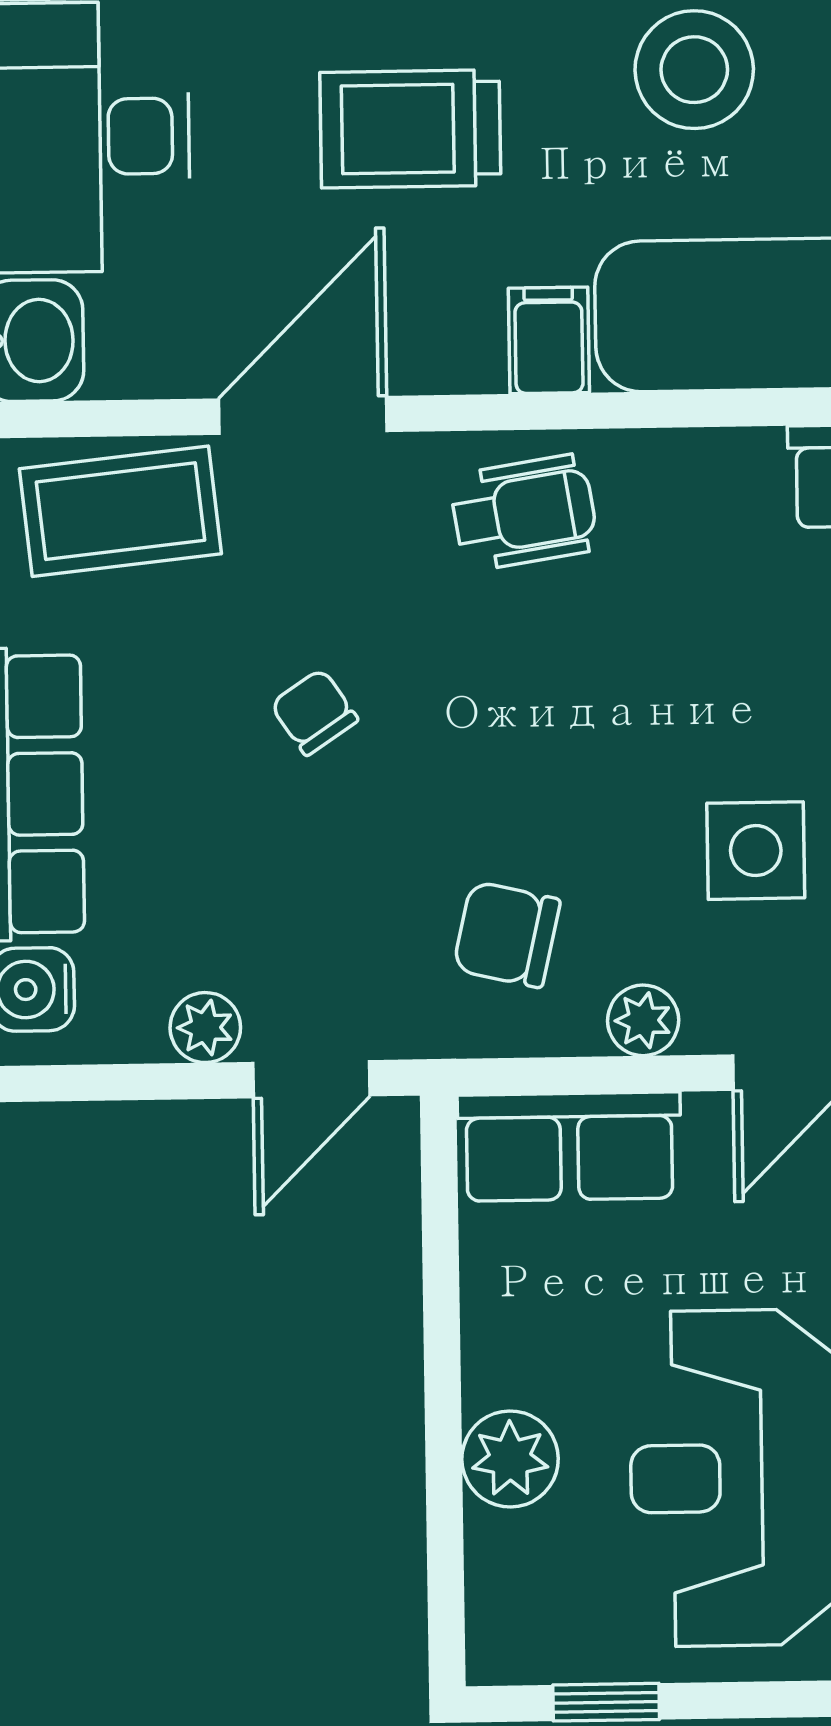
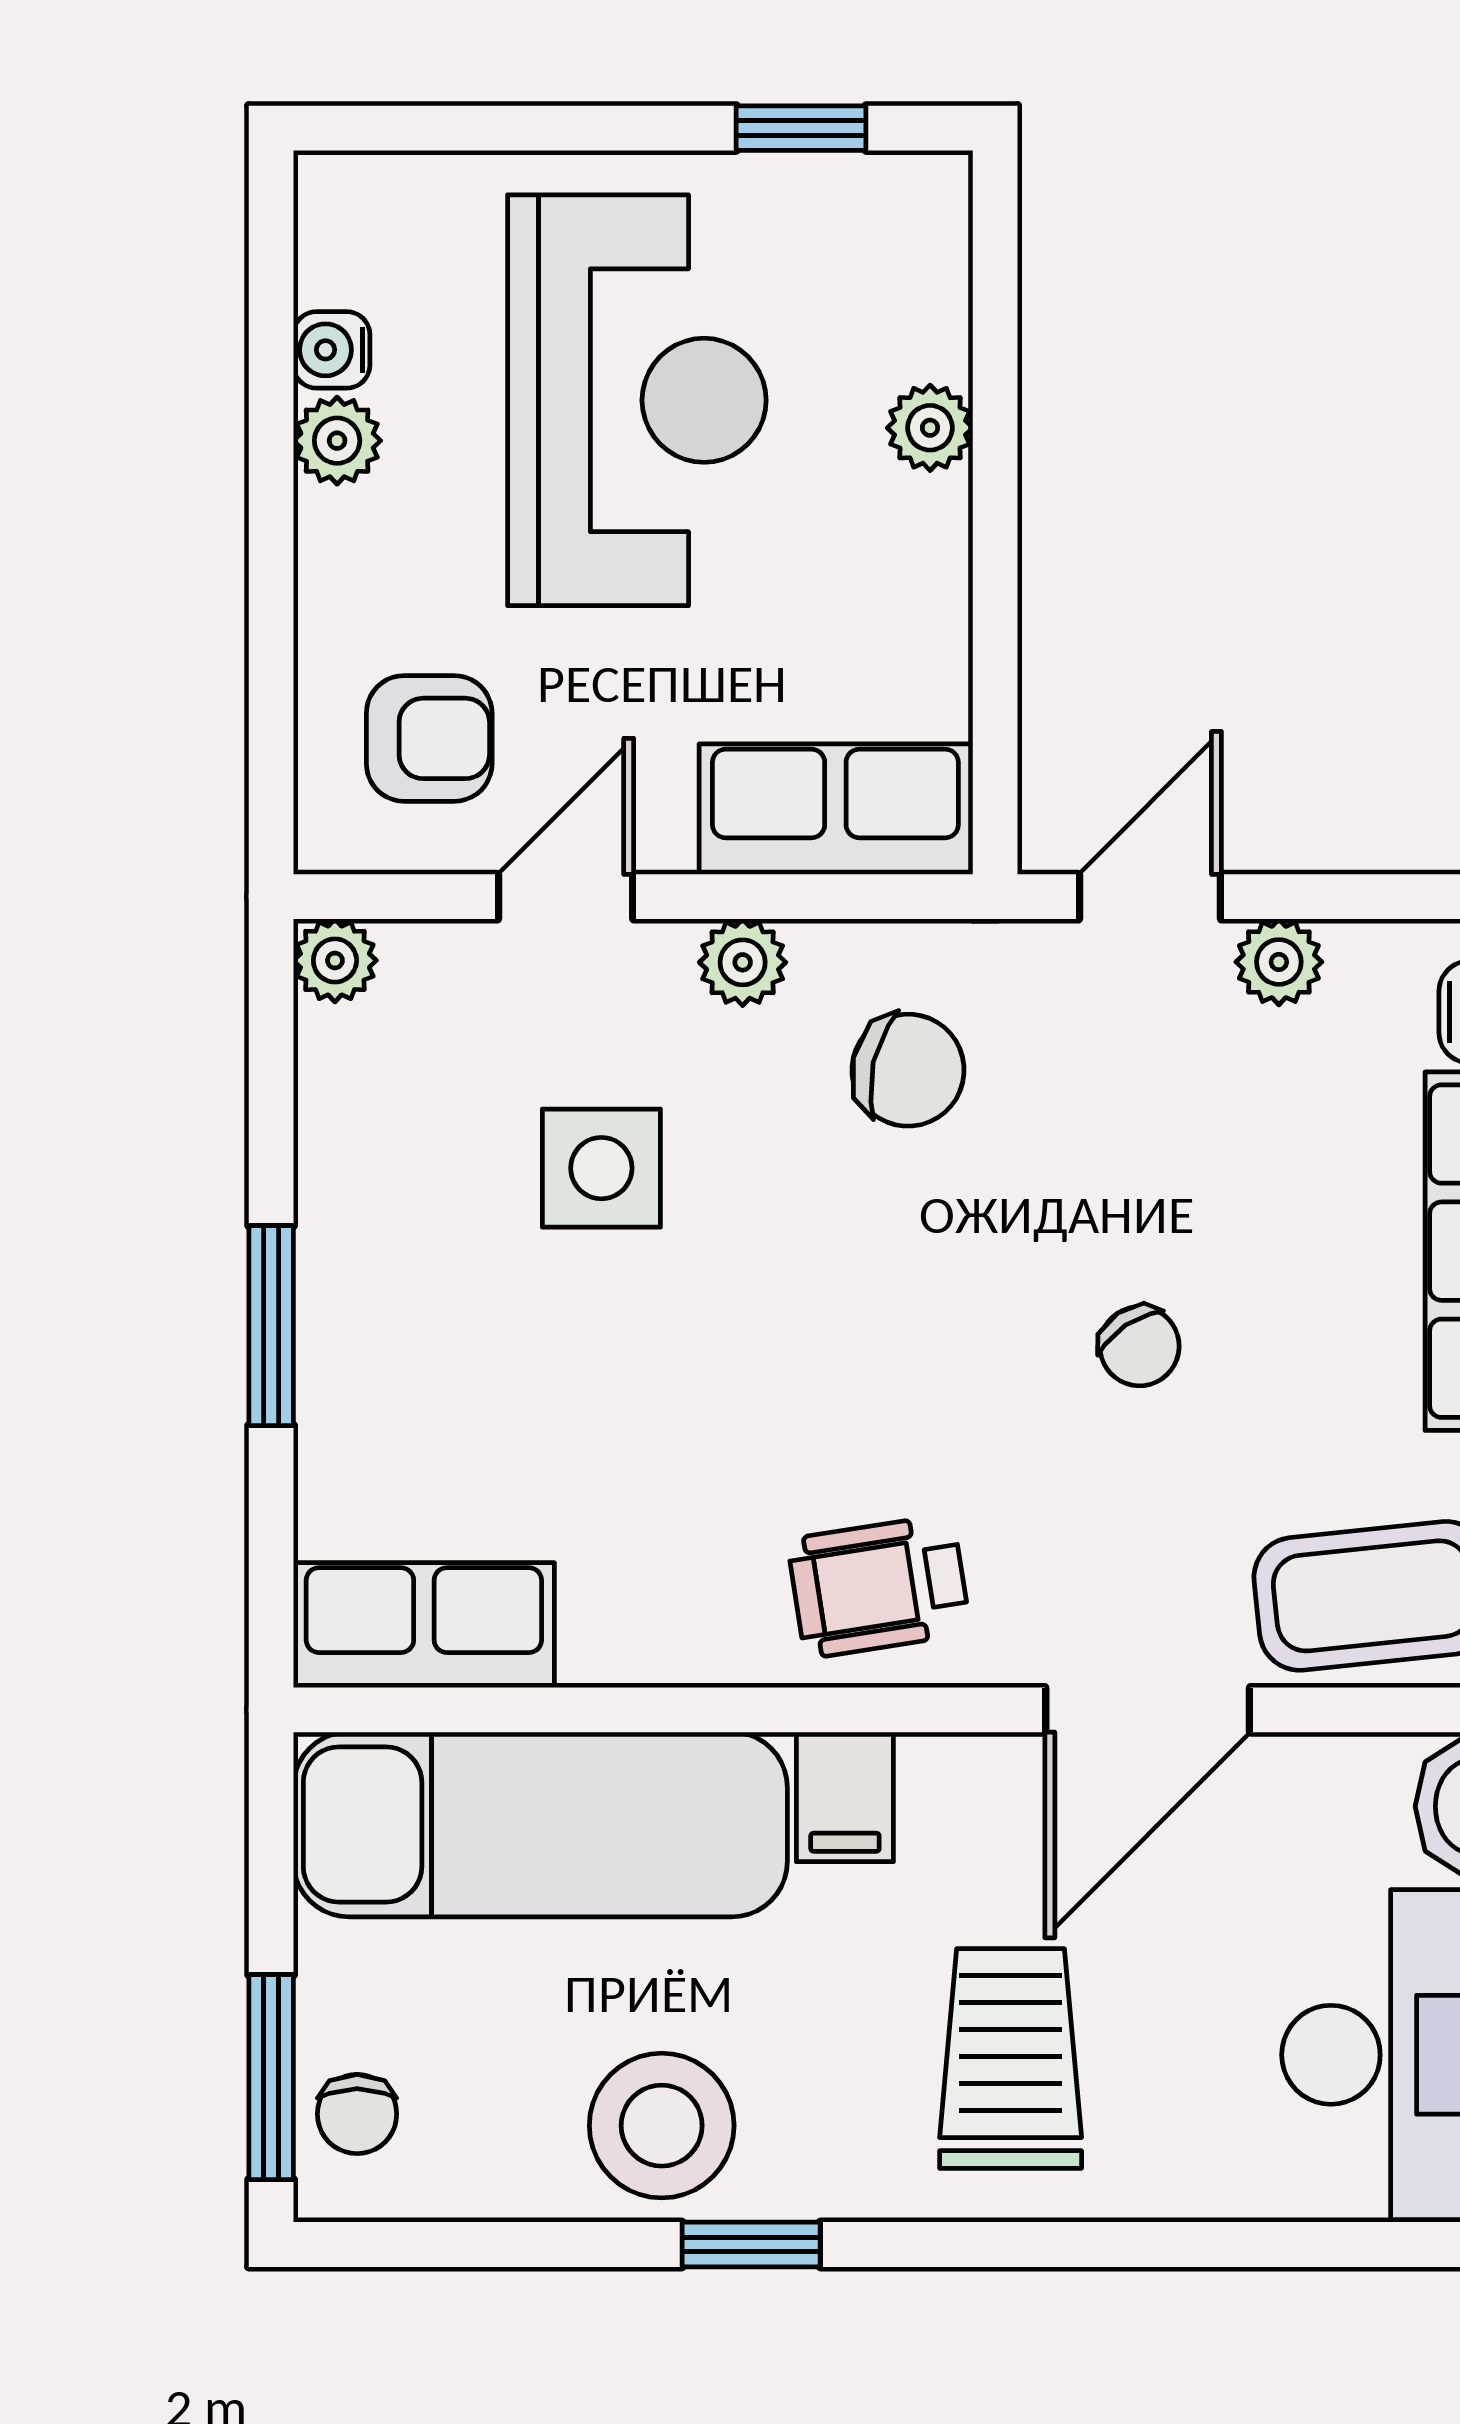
trolley: (410, 129) -> (1011, 2059), turned -90
plant: (510, 1459) -> (930, 428), width x0.73, depth x0.73

